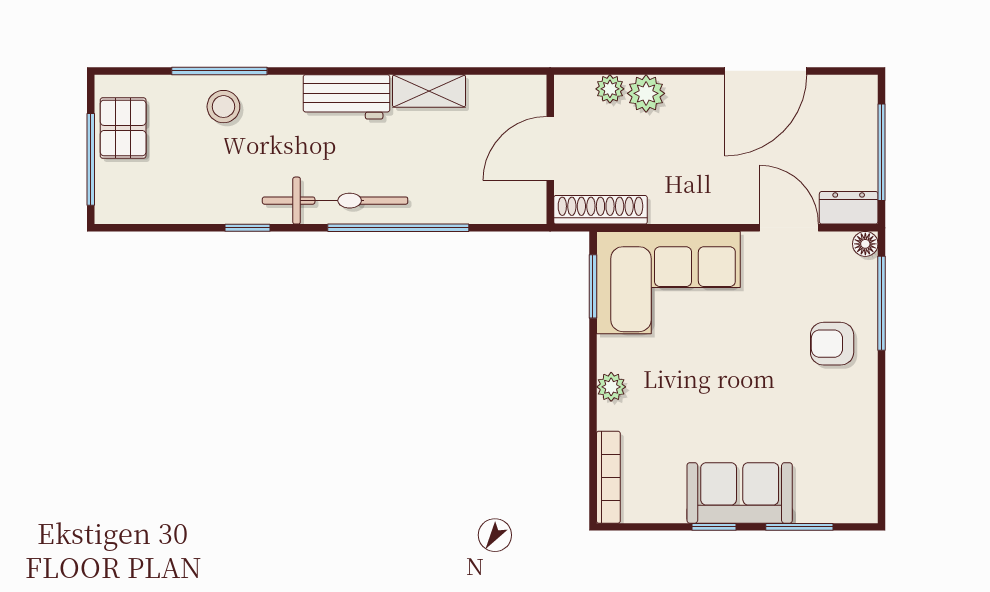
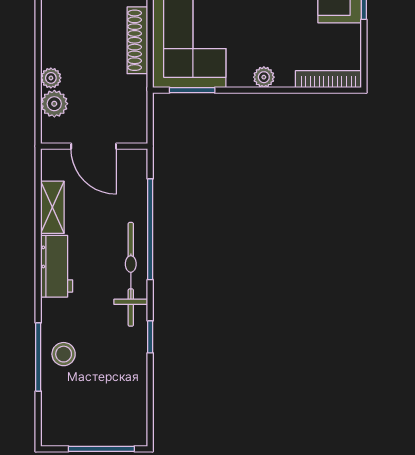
plant: (646, 93) -> (54, 104), moved
pallet: (123, 128) -> (79, 426), removed
door: (550, 149) -> (94, 146), moved
wall: (550, 149) -> (94, 146), moved
shoe rack: (600, 210) -> (137, 40), moved

